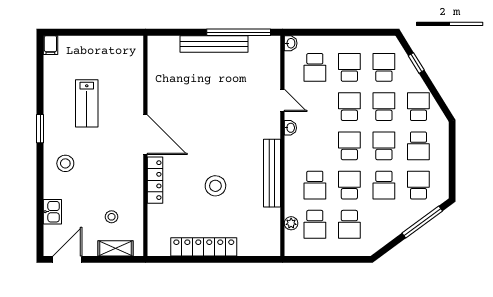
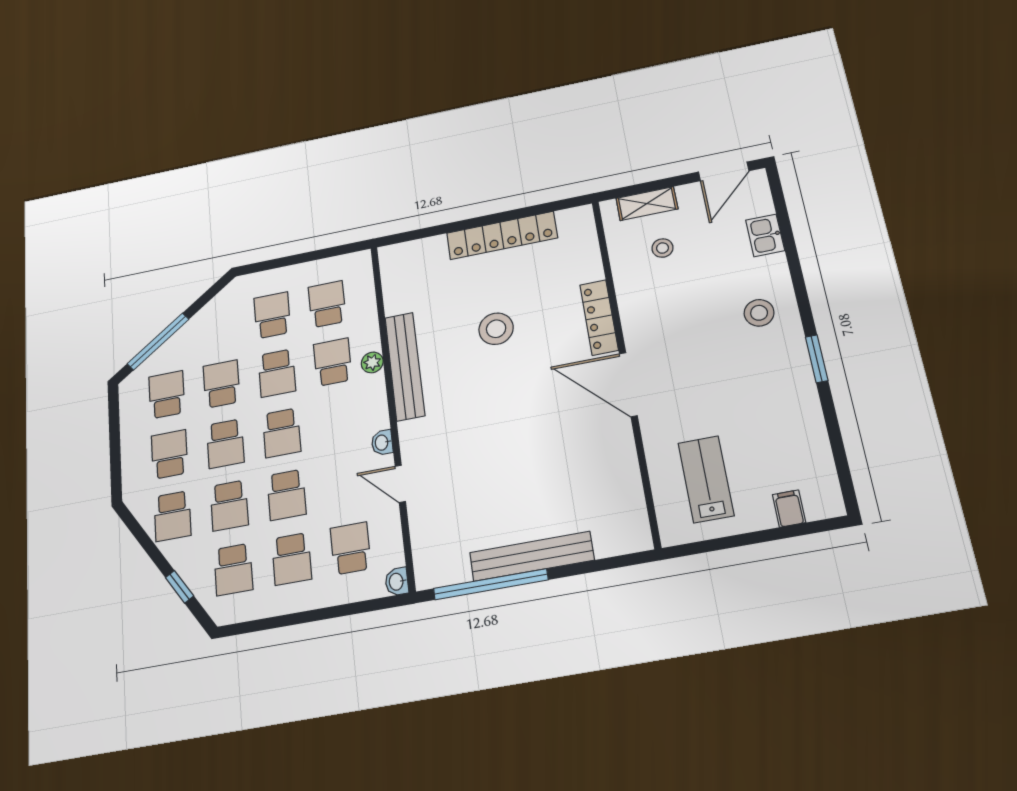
filing cabinet: (50, 45) -> (789, 509), moved
lab bench: (87, 103) -> (706, 479), moved
school desk: (418, 185) -> (167, 395), turned 180
plant: (291, 223) -> (372, 362), moved

